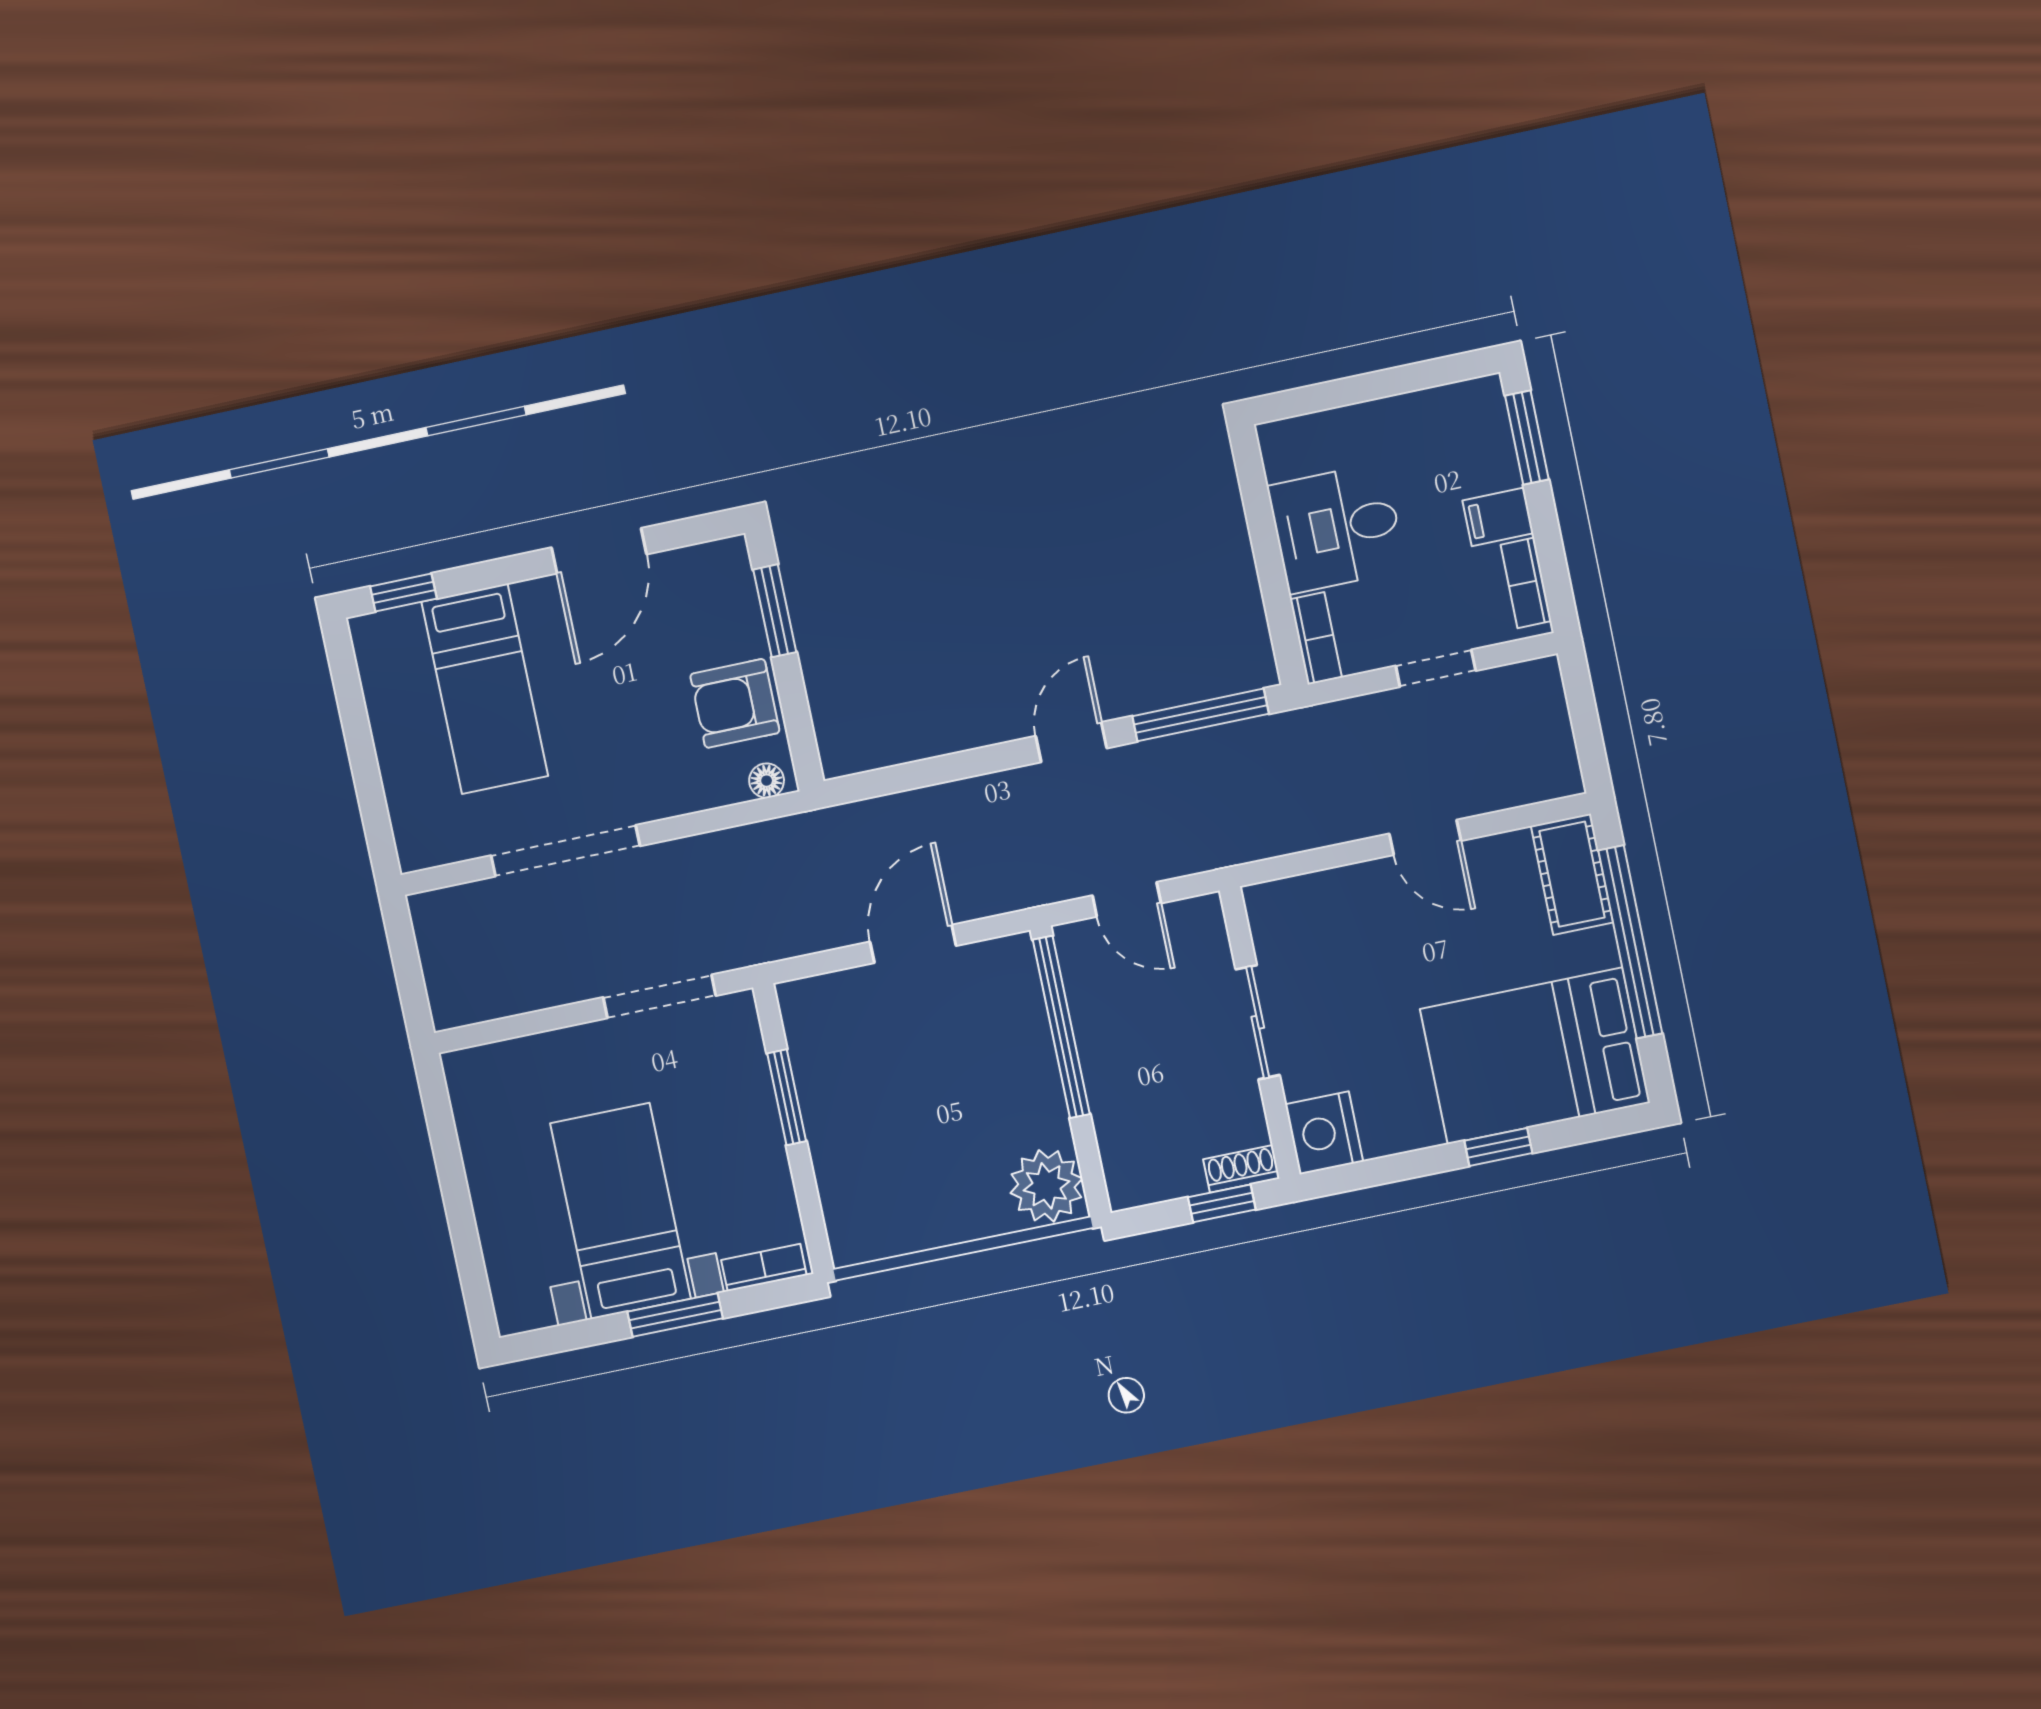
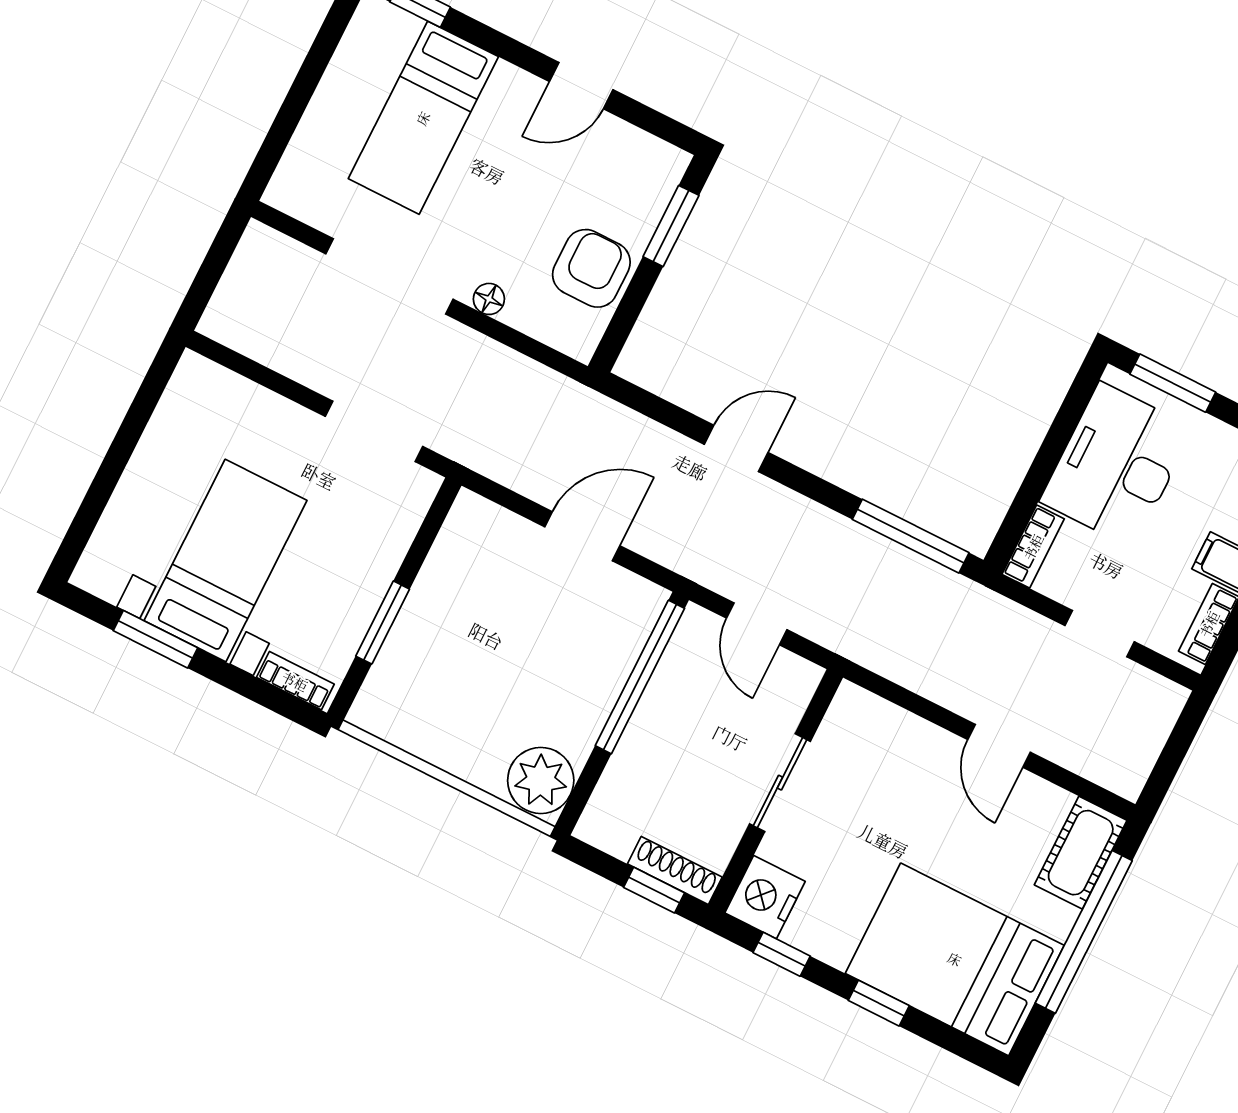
window: (1325, 396) -> (1173, 383), added
desk: (1337, 528) -> (1117, 465), width x1.37
door: (599, 551) -> (581, 86), width x0.73
armchair: (735, 703) -> (591, 268), turned 90
door: (1071, 742) -> (736, 448), moved
floor lamp: (767, 781) -> (489, 299), moved
window: (787, 1097) -> (383, 623), moved
shoe rack: (1241, 1169) -> (675, 871), width x1.43
window: (1379, 1171) -> (782, 954), added
window: (675, 1315) -> (155, 639), moved

